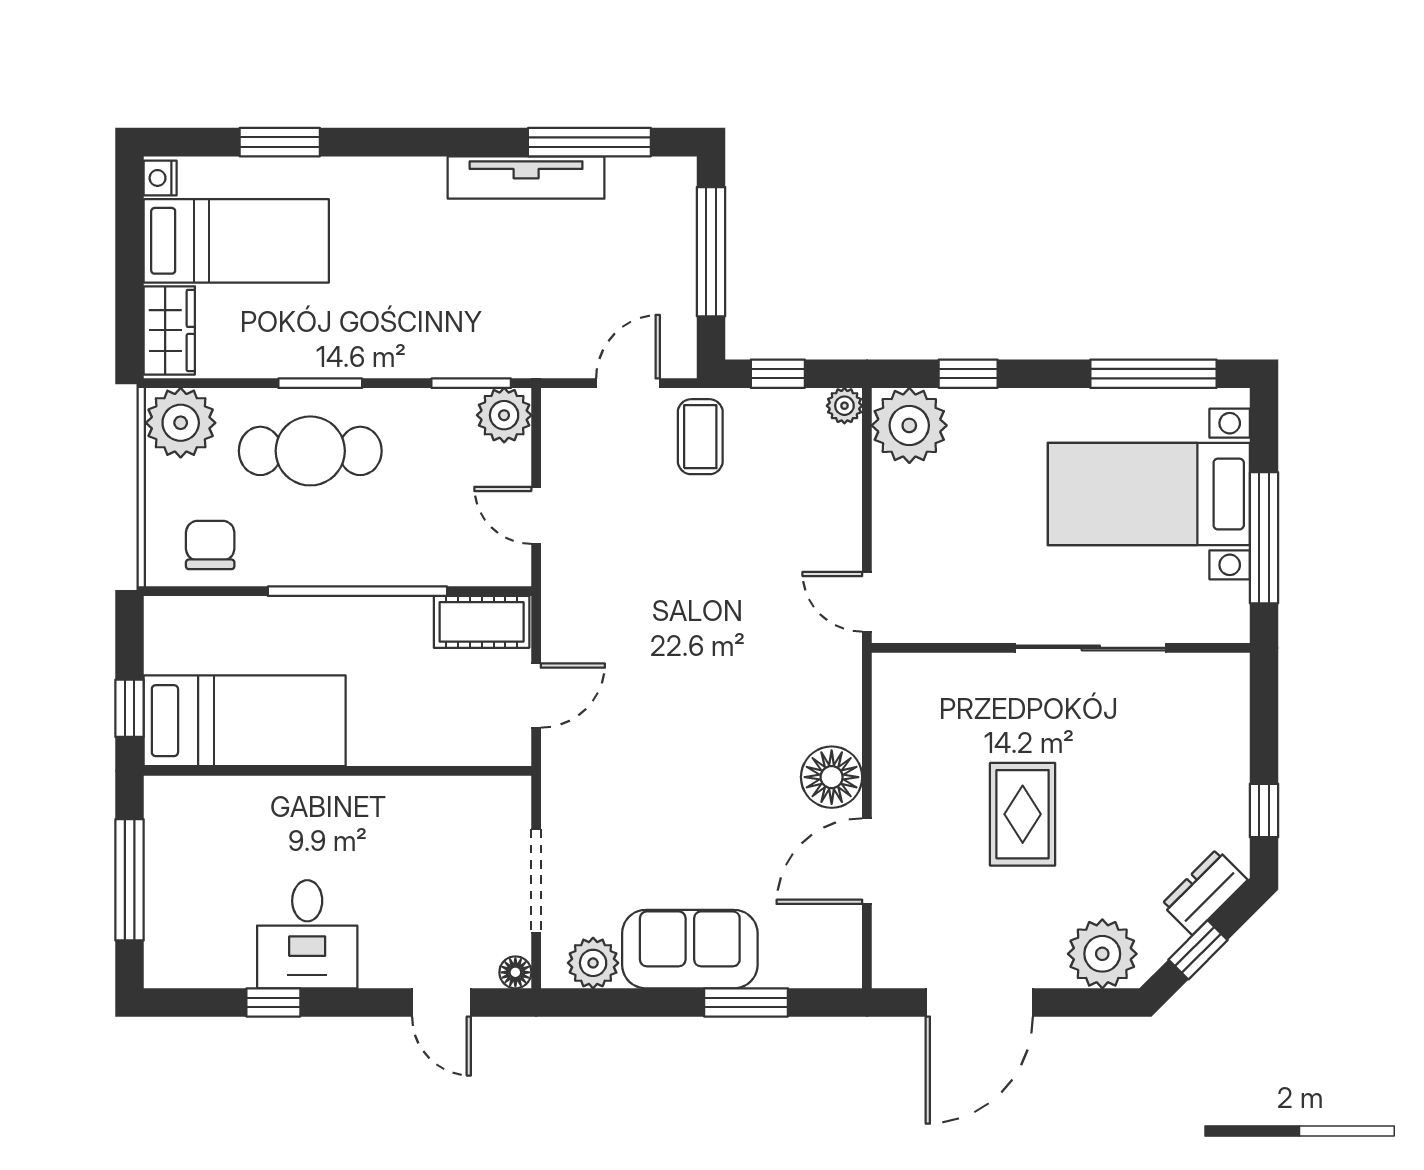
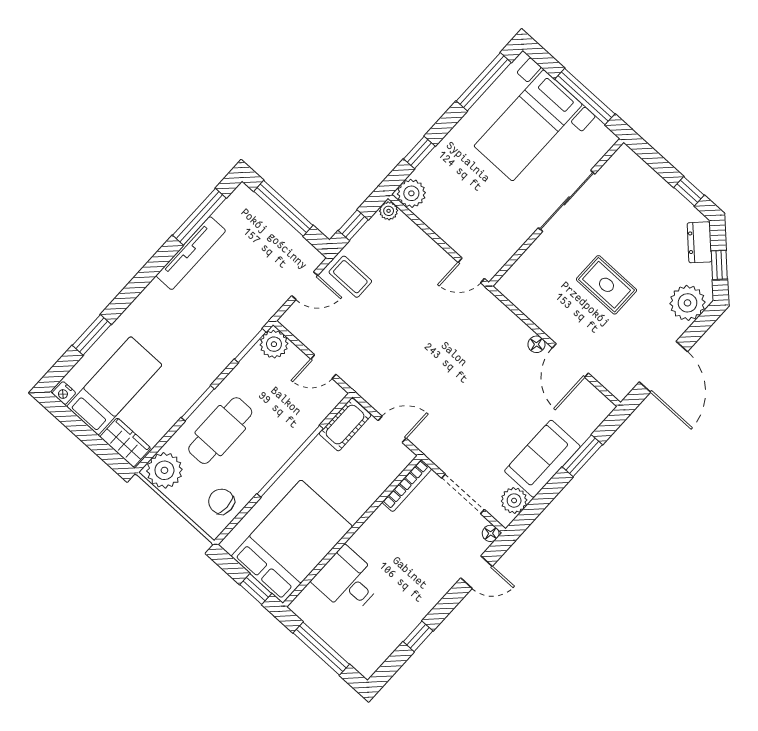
door: (628, 383) -> (305, 286), swing flipped
plant: (909, 425) -> (411, 193), width x0.73, depth x0.73
door: (536, 696) -> (392, 429), hinge flipped
bed: (245, 721) -> (292, 541), width x1.50
floor lamp: (832, 777) -> (536, 344), width x0.53, depth x0.53
bookcase: (475, 790) -> (407, 486), added
desk: (307, 934) -> (348, 581), moved, turned 180

